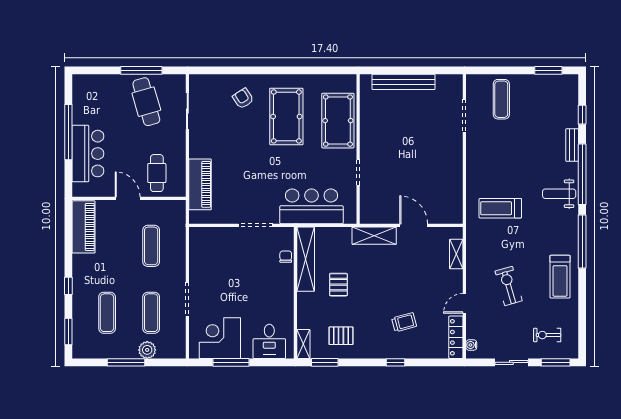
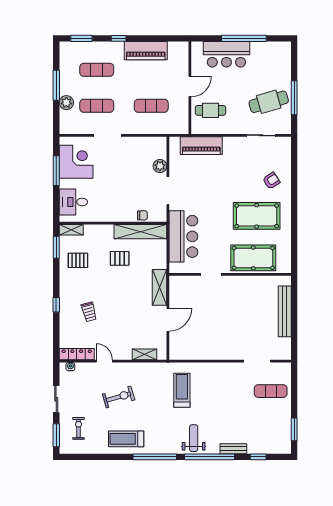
piano: (84, 227) -> (146, 51), moved
plant: (225, 235) -> (160, 166), added
pallet: (341, 336) -> (78, 260), turned 90

